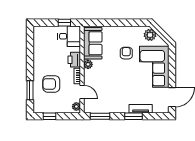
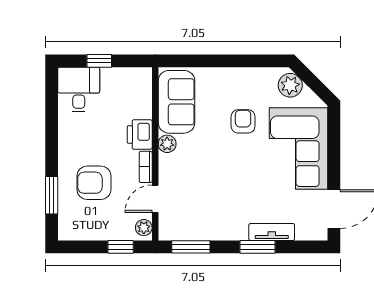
window: (64, 23) -> (99, 61), moved
desk: (69, 36) -> (79, 90), moved, turned -90
door: (82, 92) -> (155, 199), swing flipped
window: (49, 116) -> (121, 247), moved

